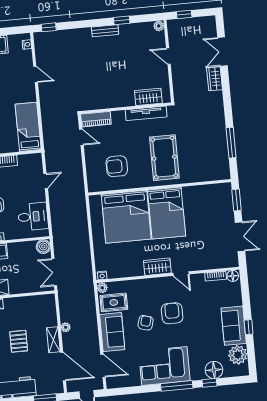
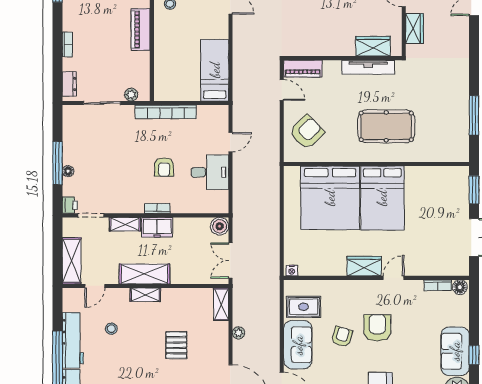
wardrobe: (215, 79) -> (414, 29), moved, turned 180
pool table: (164, 158) -> (386, 126), turned 90
armchair: (117, 166) -> (307, 132), moved, turned 135
desk: (33, 217) -> (210, 172), moved
door: (181, 274) -> (394, 278), swing flipped
plant: (102, 288) -> (290, 286), removed
shelving: (53, 340) -> (221, 304), moved

